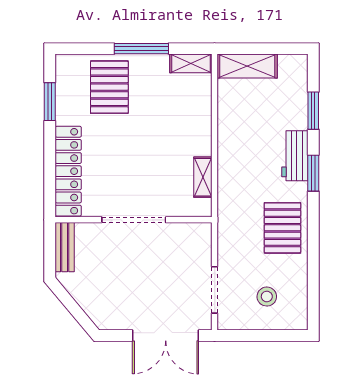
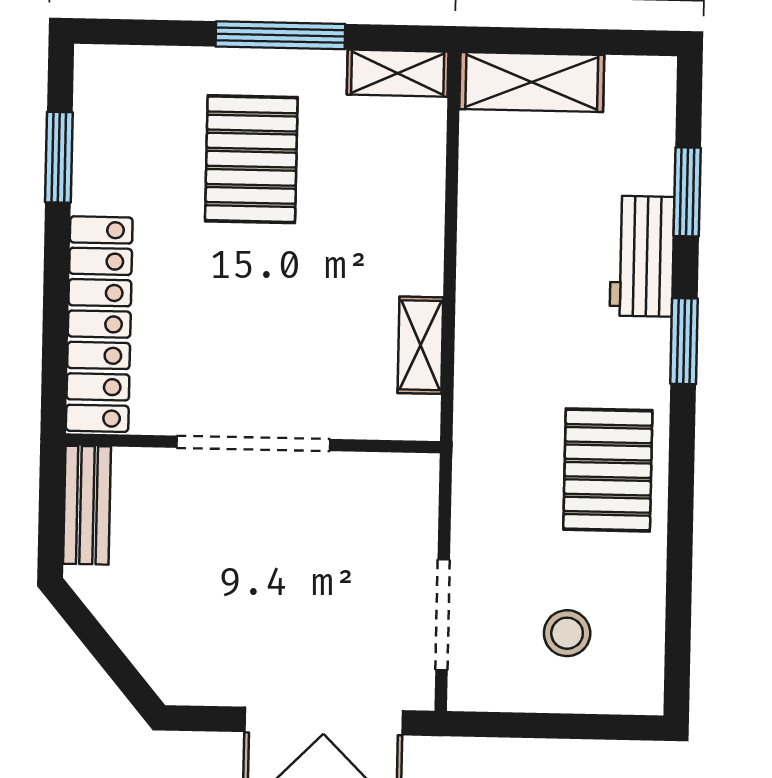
pallet: (109, 87) -> (251, 159), moved
workbench: (295, 156) -> (642, 256), moved

